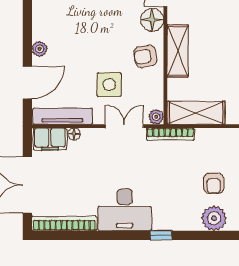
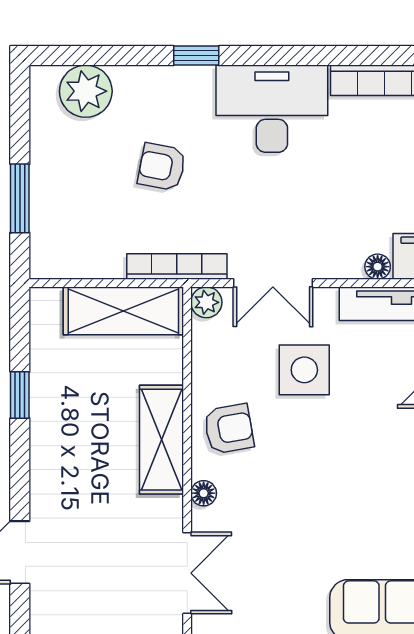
floor lamp: (152, 20) -> (204, 493), width x0.53, depth x0.53
armchair: (214, 183) -> (162, 167), moved, turned -79

